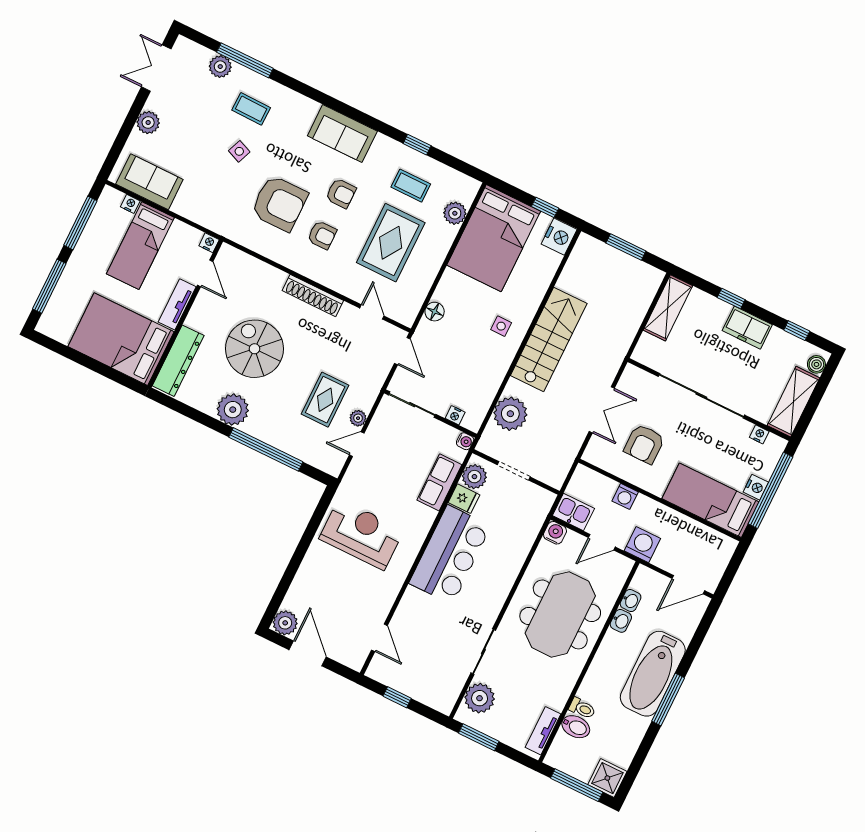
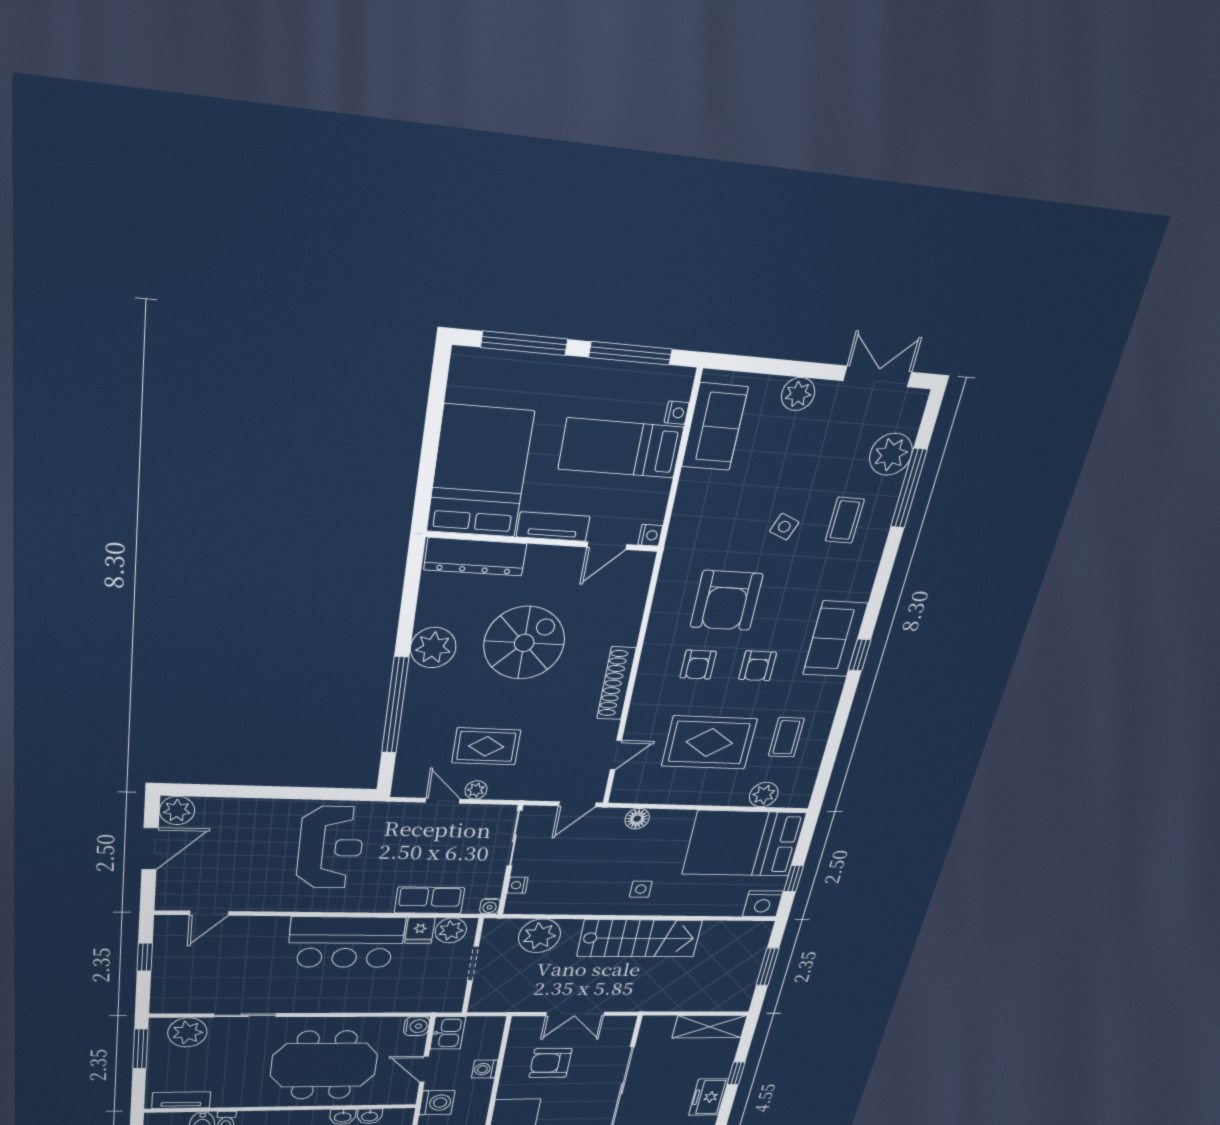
plant: (220, 67) -> (891, 454), width x1.36, depth x1.36
window: (417, 145) -> (860, 655), moved

